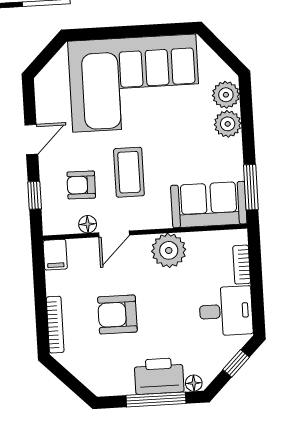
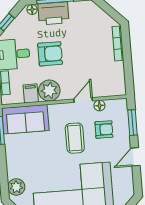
plant: (228, 124) -> (15, 169), removed
window: (35, 195) -> (132, 123), width x1.50
filing cabinet: (55, 255) -> (31, 93), moved
armchair: (117, 314) -> (50, 54), moved

